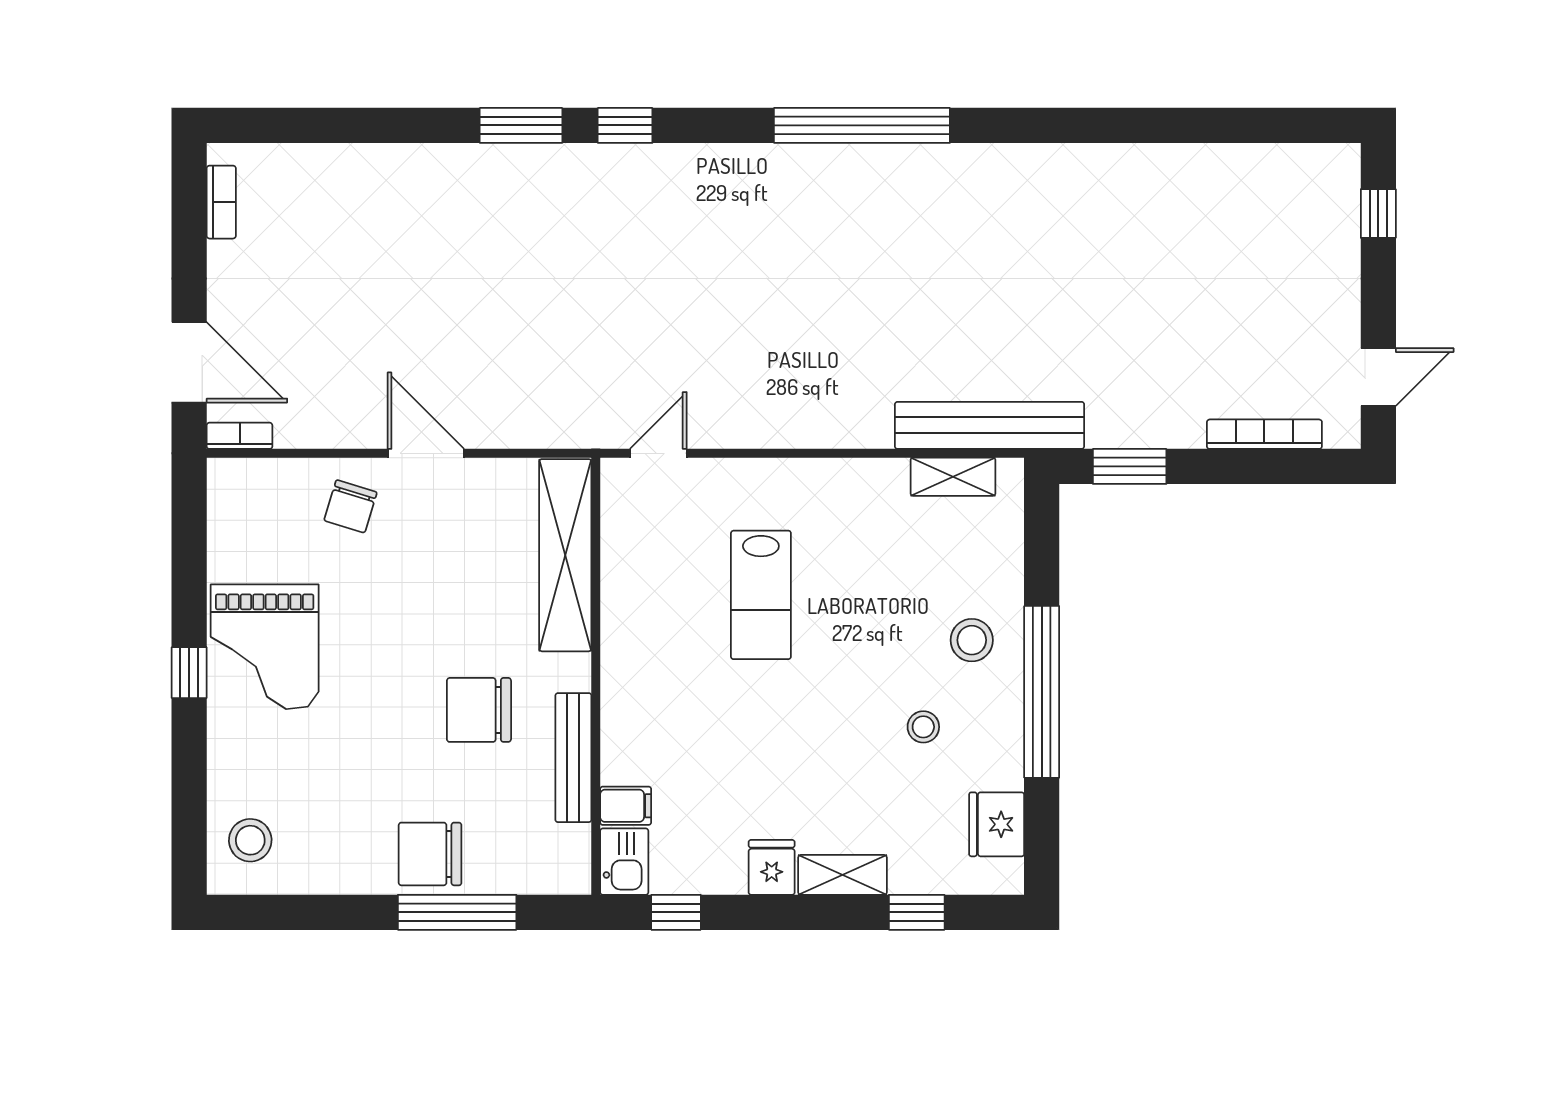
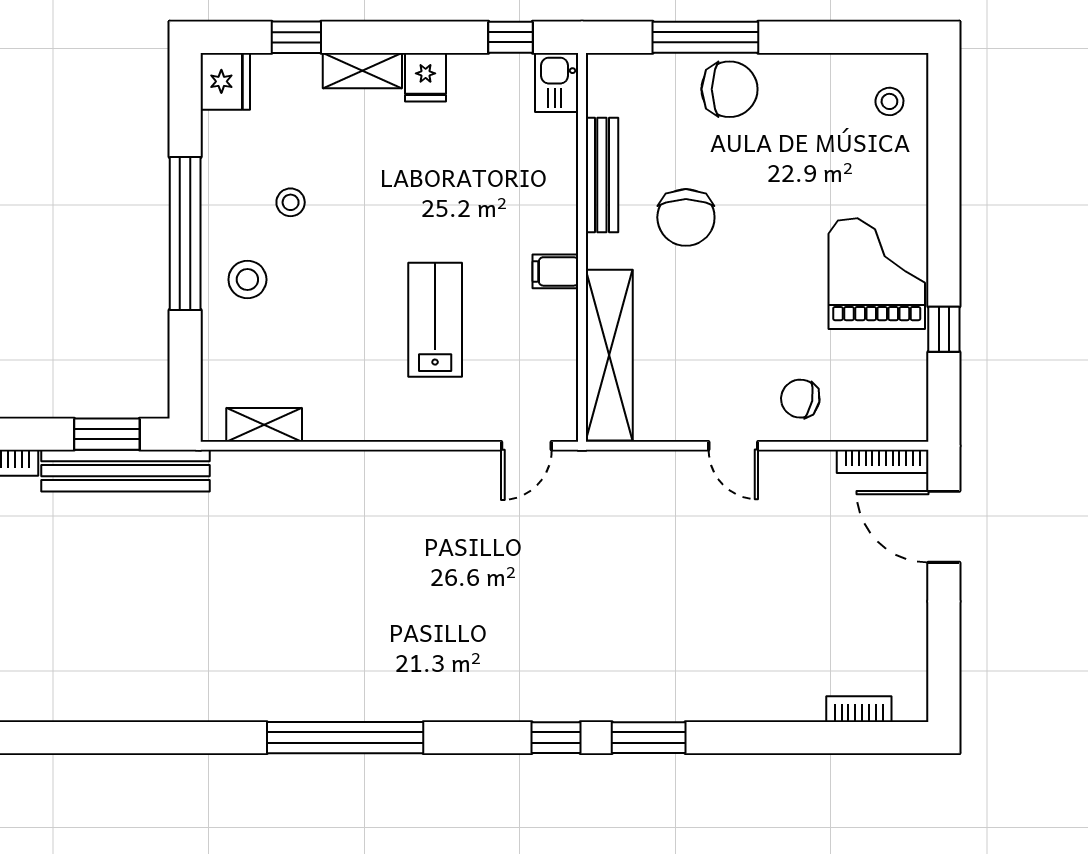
bookcase: (221, 202) -> (859, 709), moved, turned 90
bench: (990, 425) -> (126, 471), moved
bookcase: (240, 436) -> (883, 461), width x1.56
door: (426, 453) -> (733, 446), width x0.73
chair: (350, 506) -> (800, 399), turned -96
window: (189, 673) -> (944, 329), moved
chair: (479, 710) -> (686, 217), turned 90
filing cabinet: (626, 806) -> (555, 271), moved
fridge: (997, 824) -> (225, 81), moved
stool: (250, 840) -> (889, 101), width x0.73, depth x0.73

